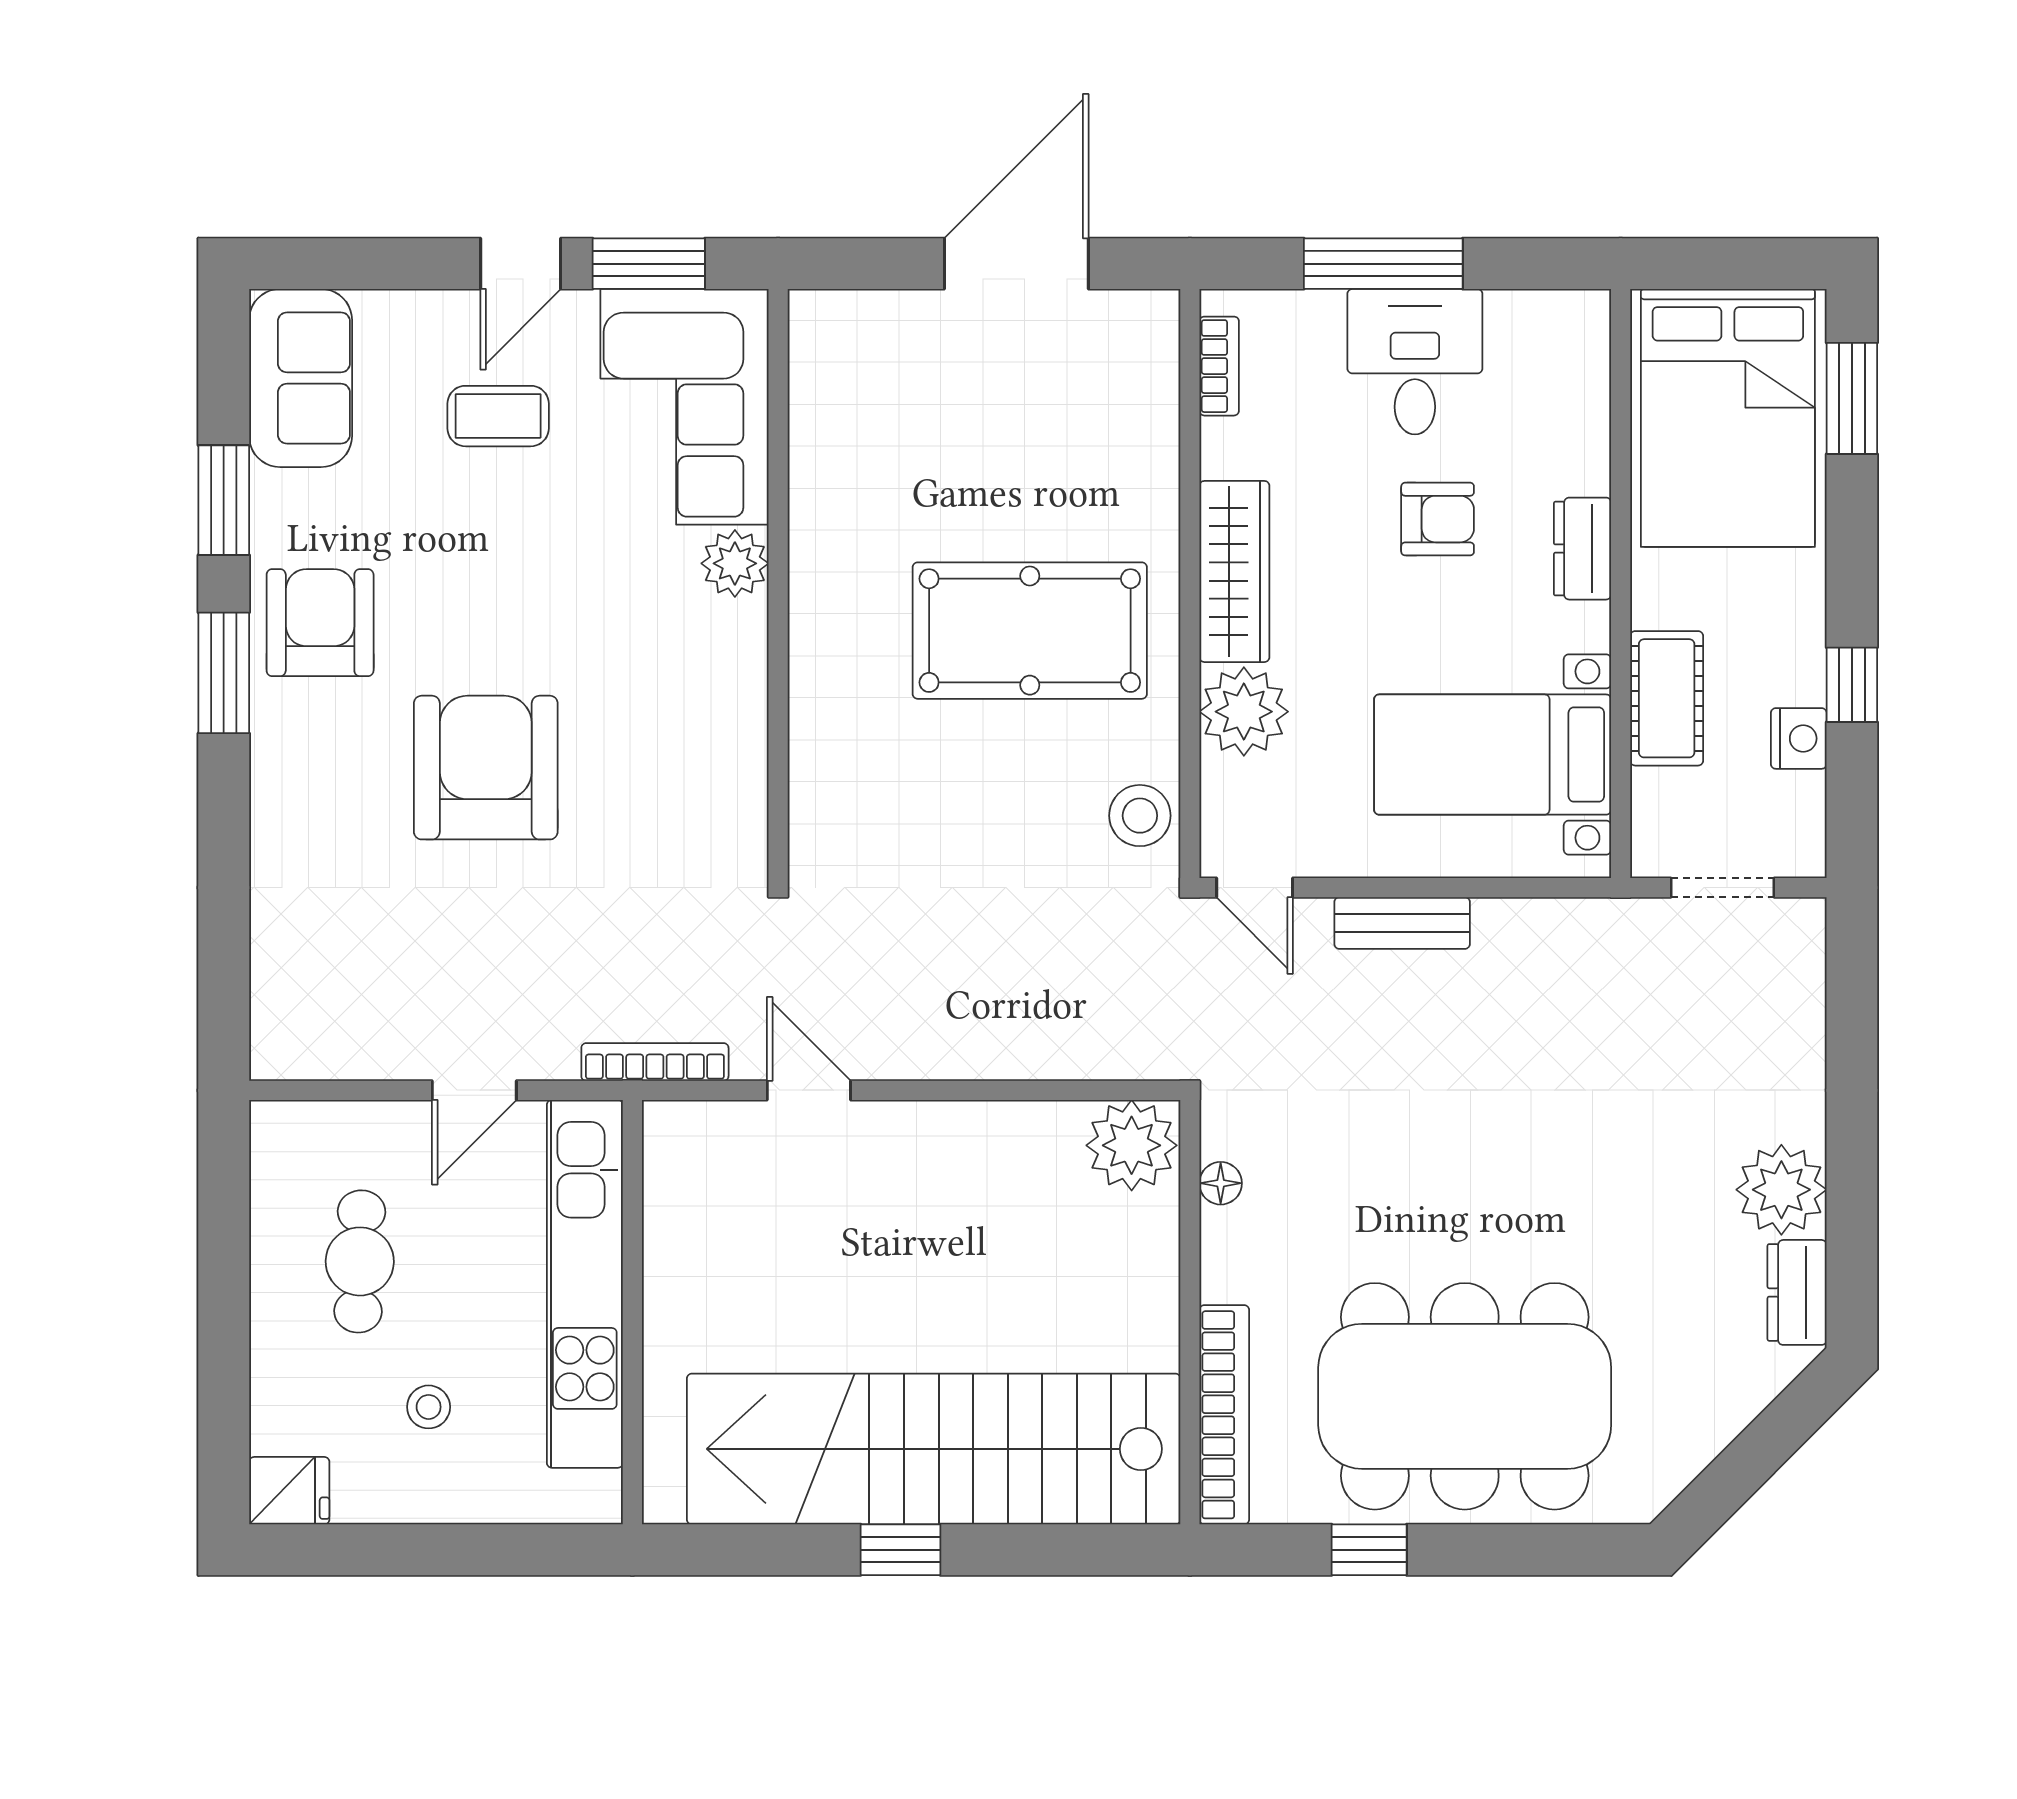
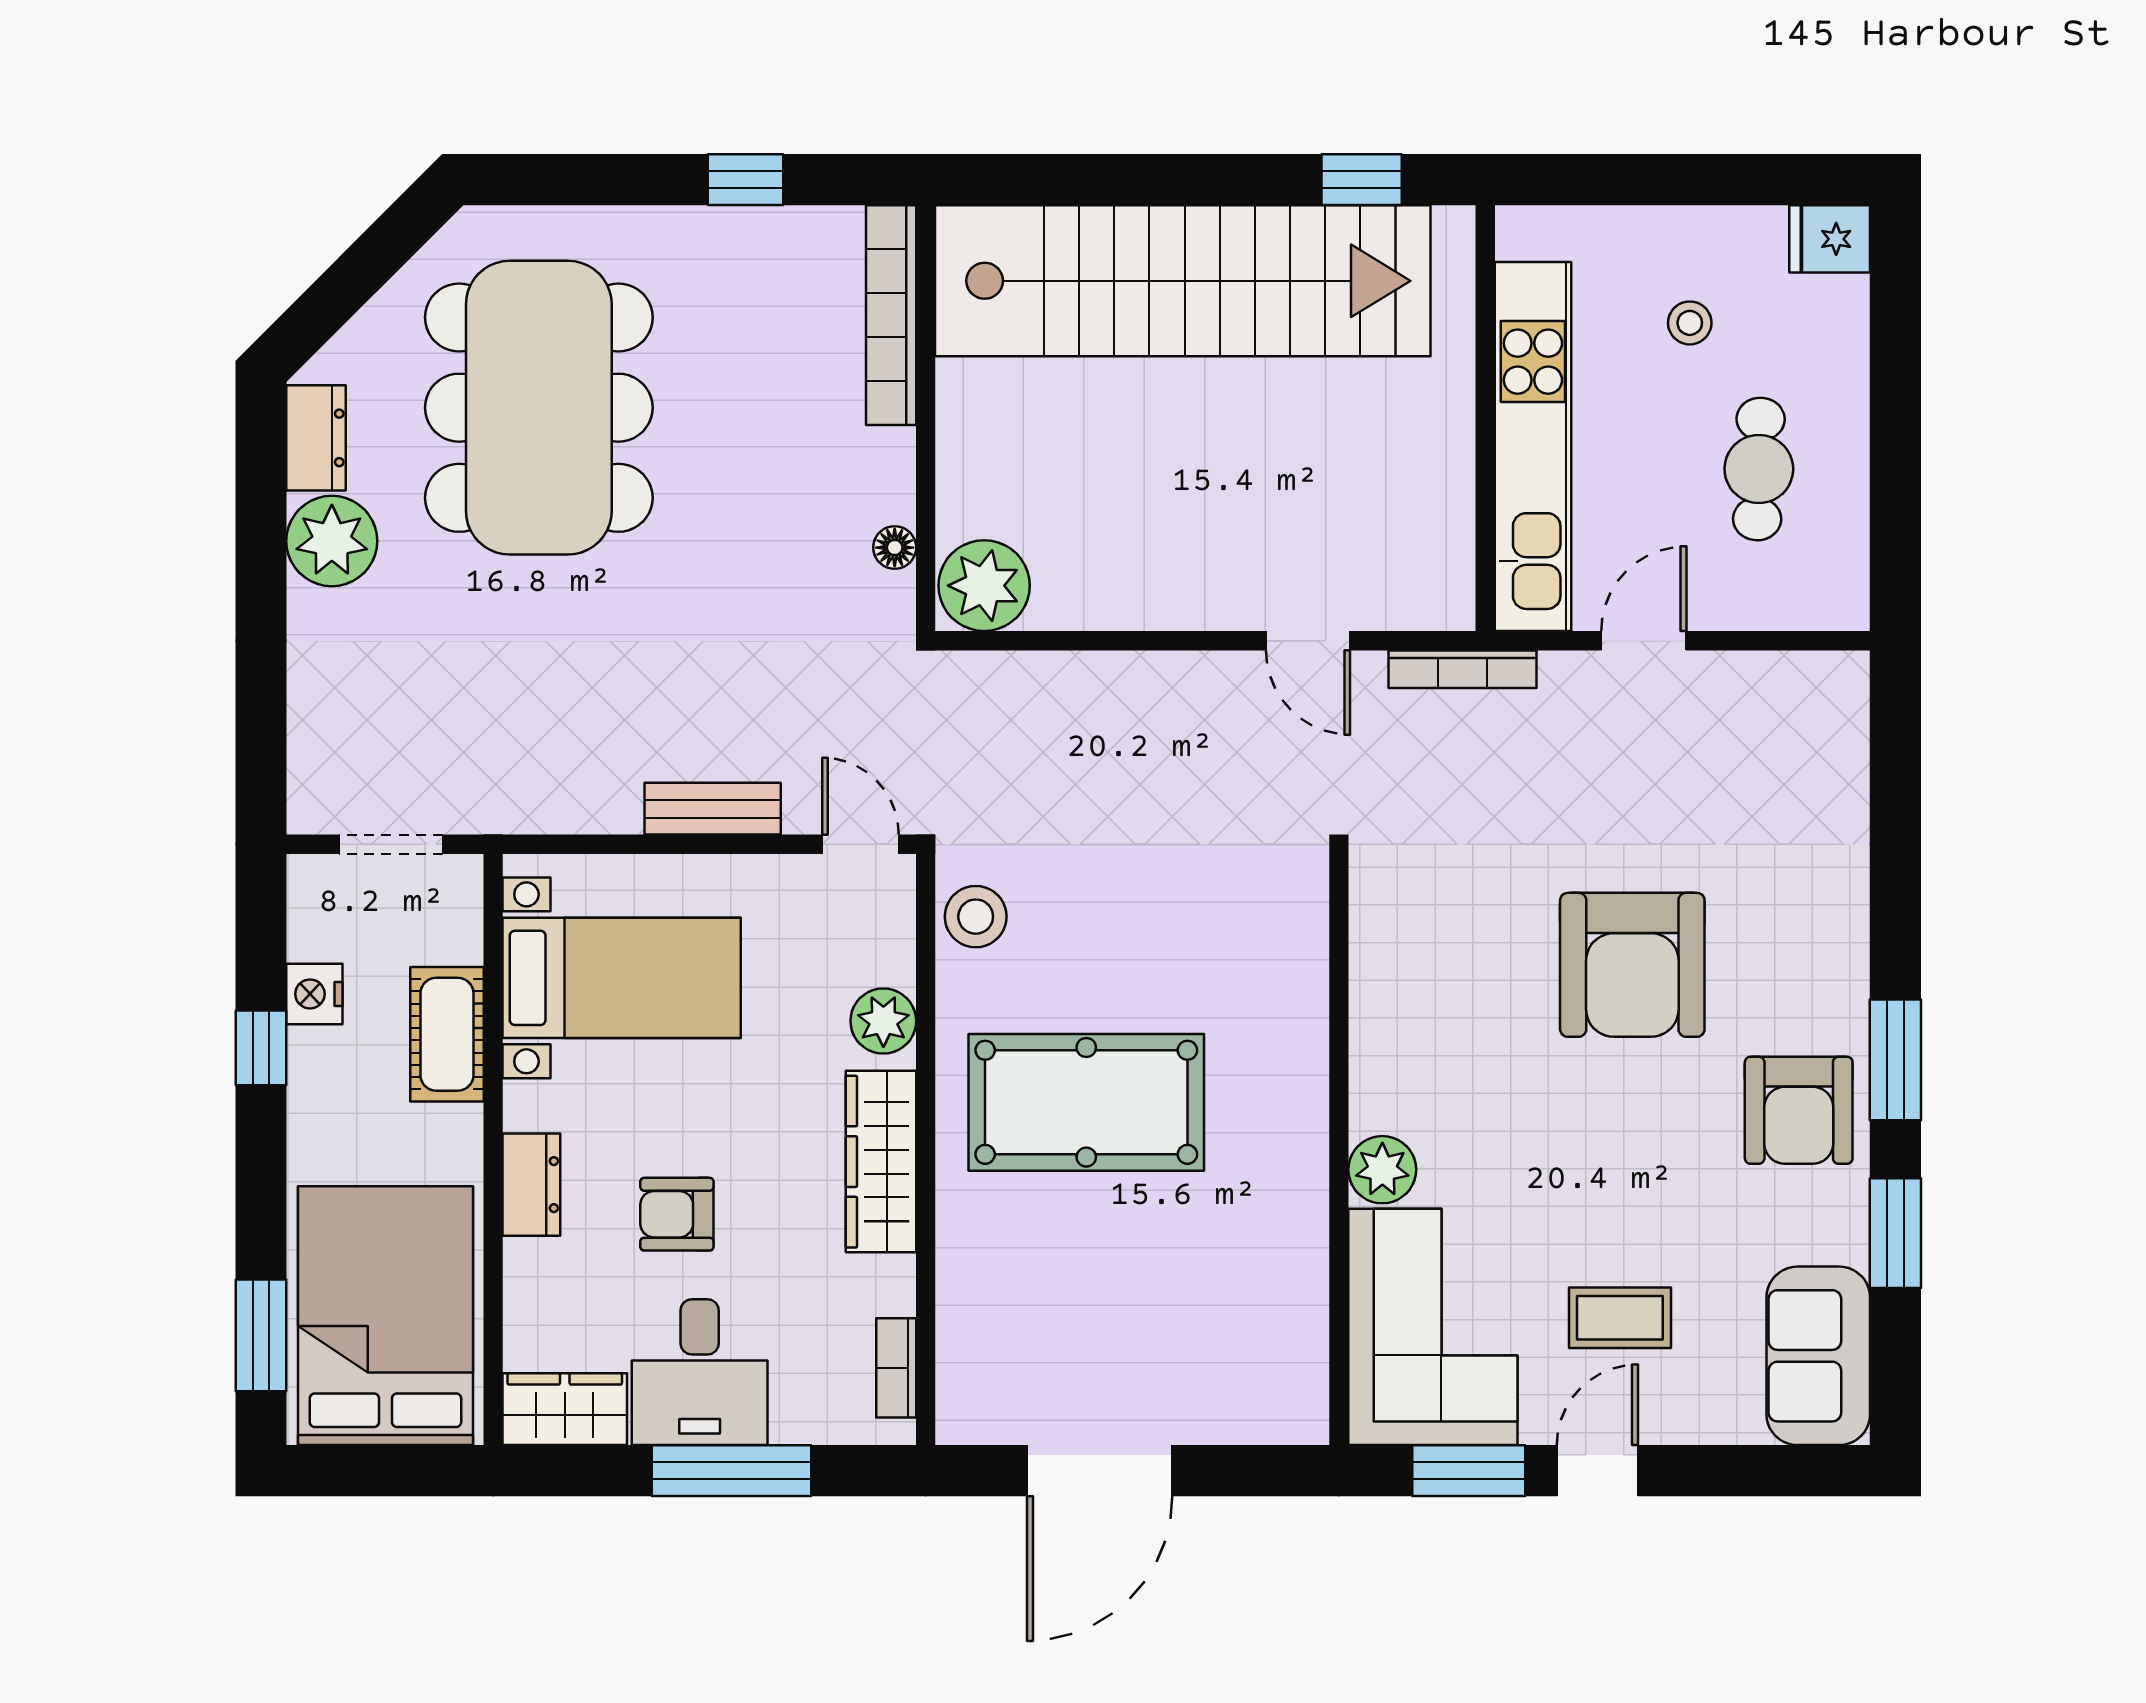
wardrobe: (1549, 325) -> (565, 1409), added
plant: (1244, 712) -> (883, 1021), width x0.73, depth x0.73
dining table: (1465, 1396) -> (539, 408), moved, turned 90
window: (901, 1550) -> (1362, 180), moved

